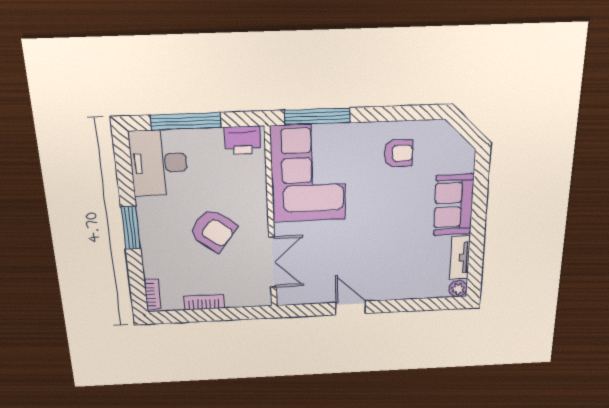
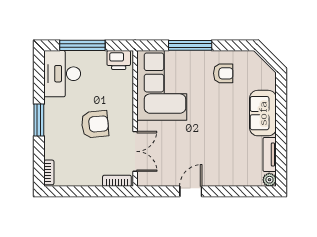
window: (317, 116) -> (190, 45), moved
armchair: (213, 230) -> (95, 124), turned -43
bookcase: (204, 302) -> (117, 181), moved
door: (351, 308) -> (191, 191), hinge flipped

